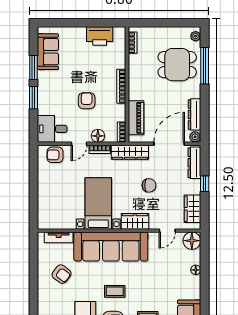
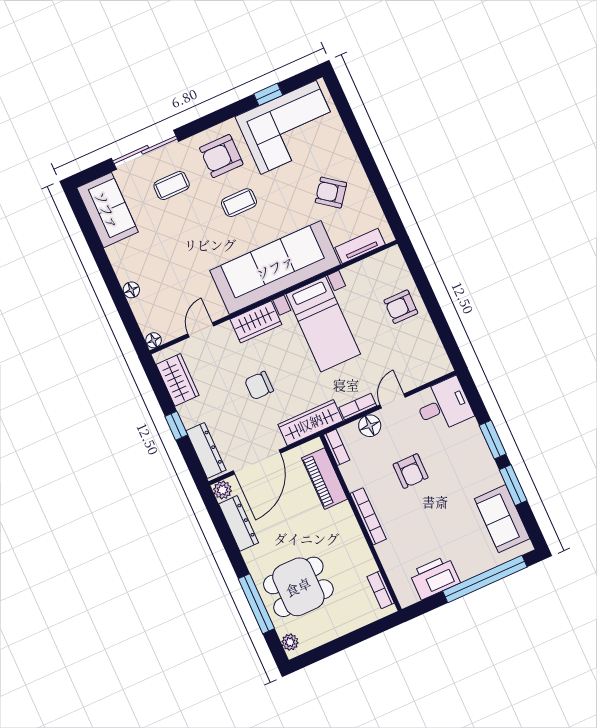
window: (72, 23) -> (485, 579), added
armchair: (55, 155) -> (401, 307), moved, turned 180
floor lamp: (192, 241) -> (154, 340), width x0.53, depth x0.53

